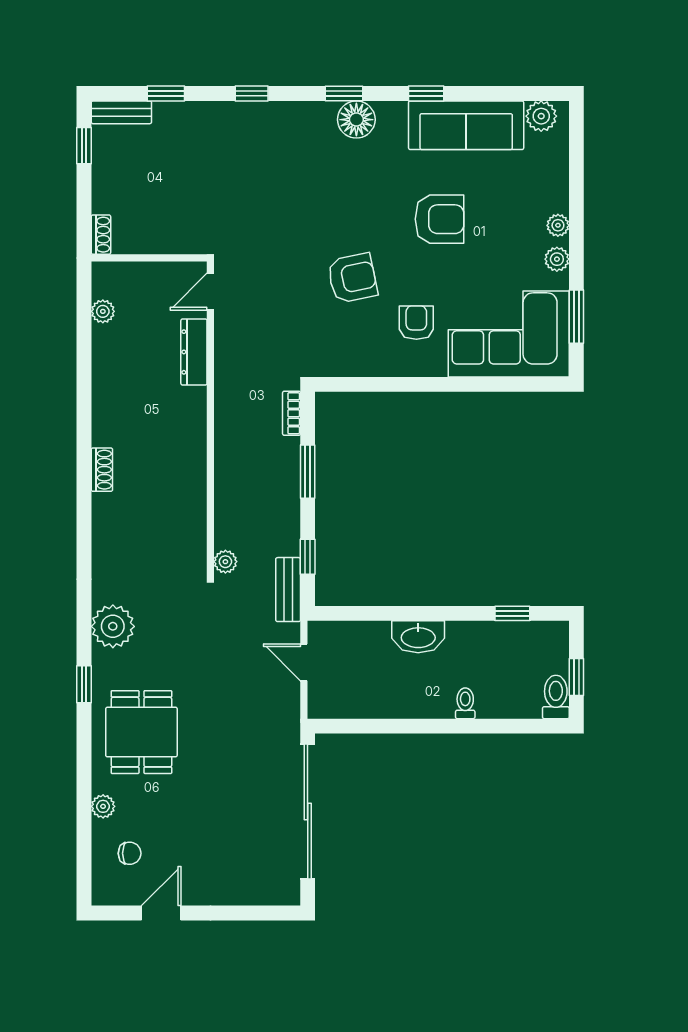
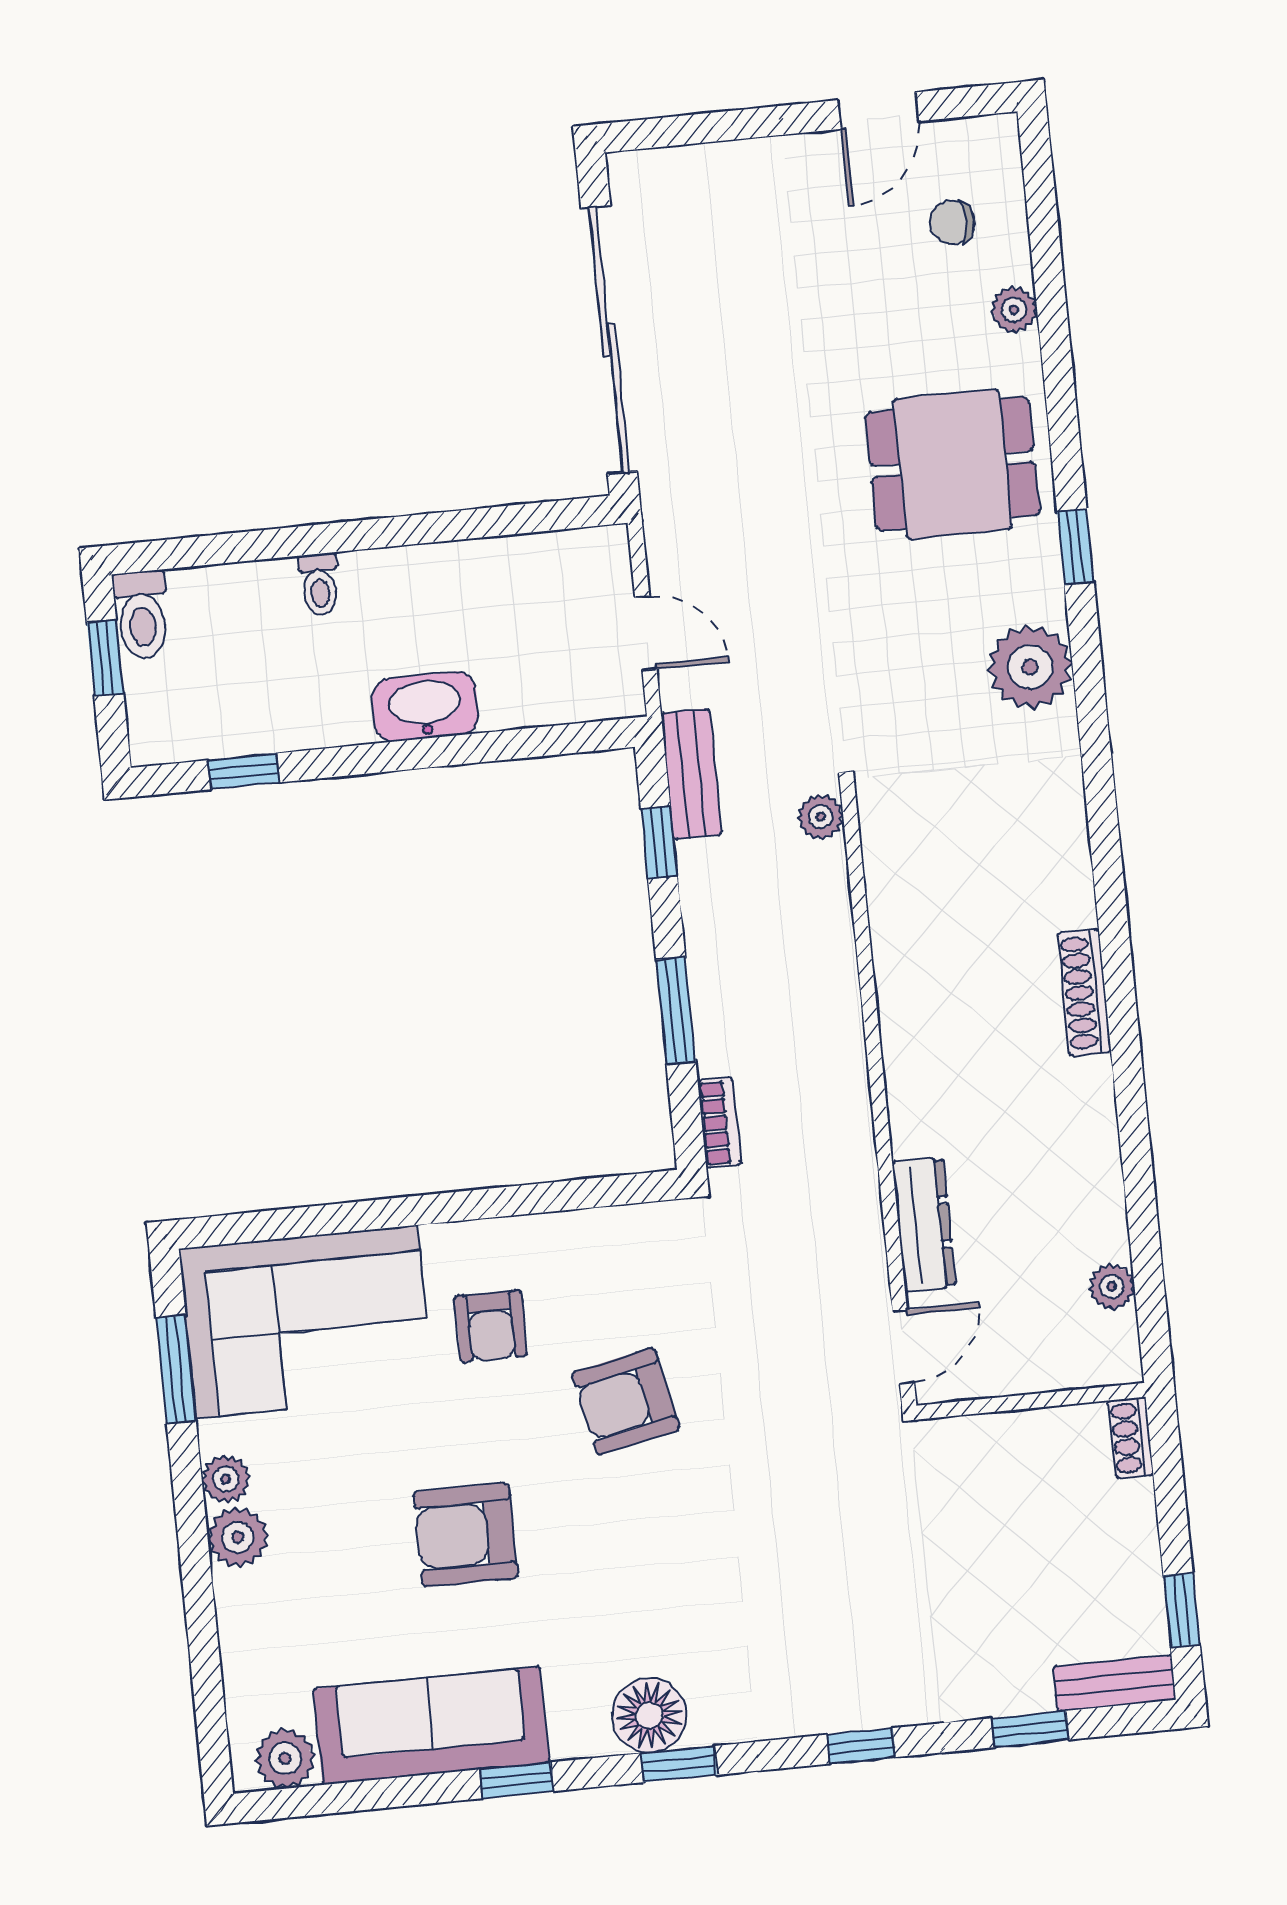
plant: (558, 225) -> (238, 1537), width x1.38, depth x1.38
shoe rack: (102, 470) -> (1084, 993), width x1.43
dining table: (141, 732) -> (953, 464), turned 90

